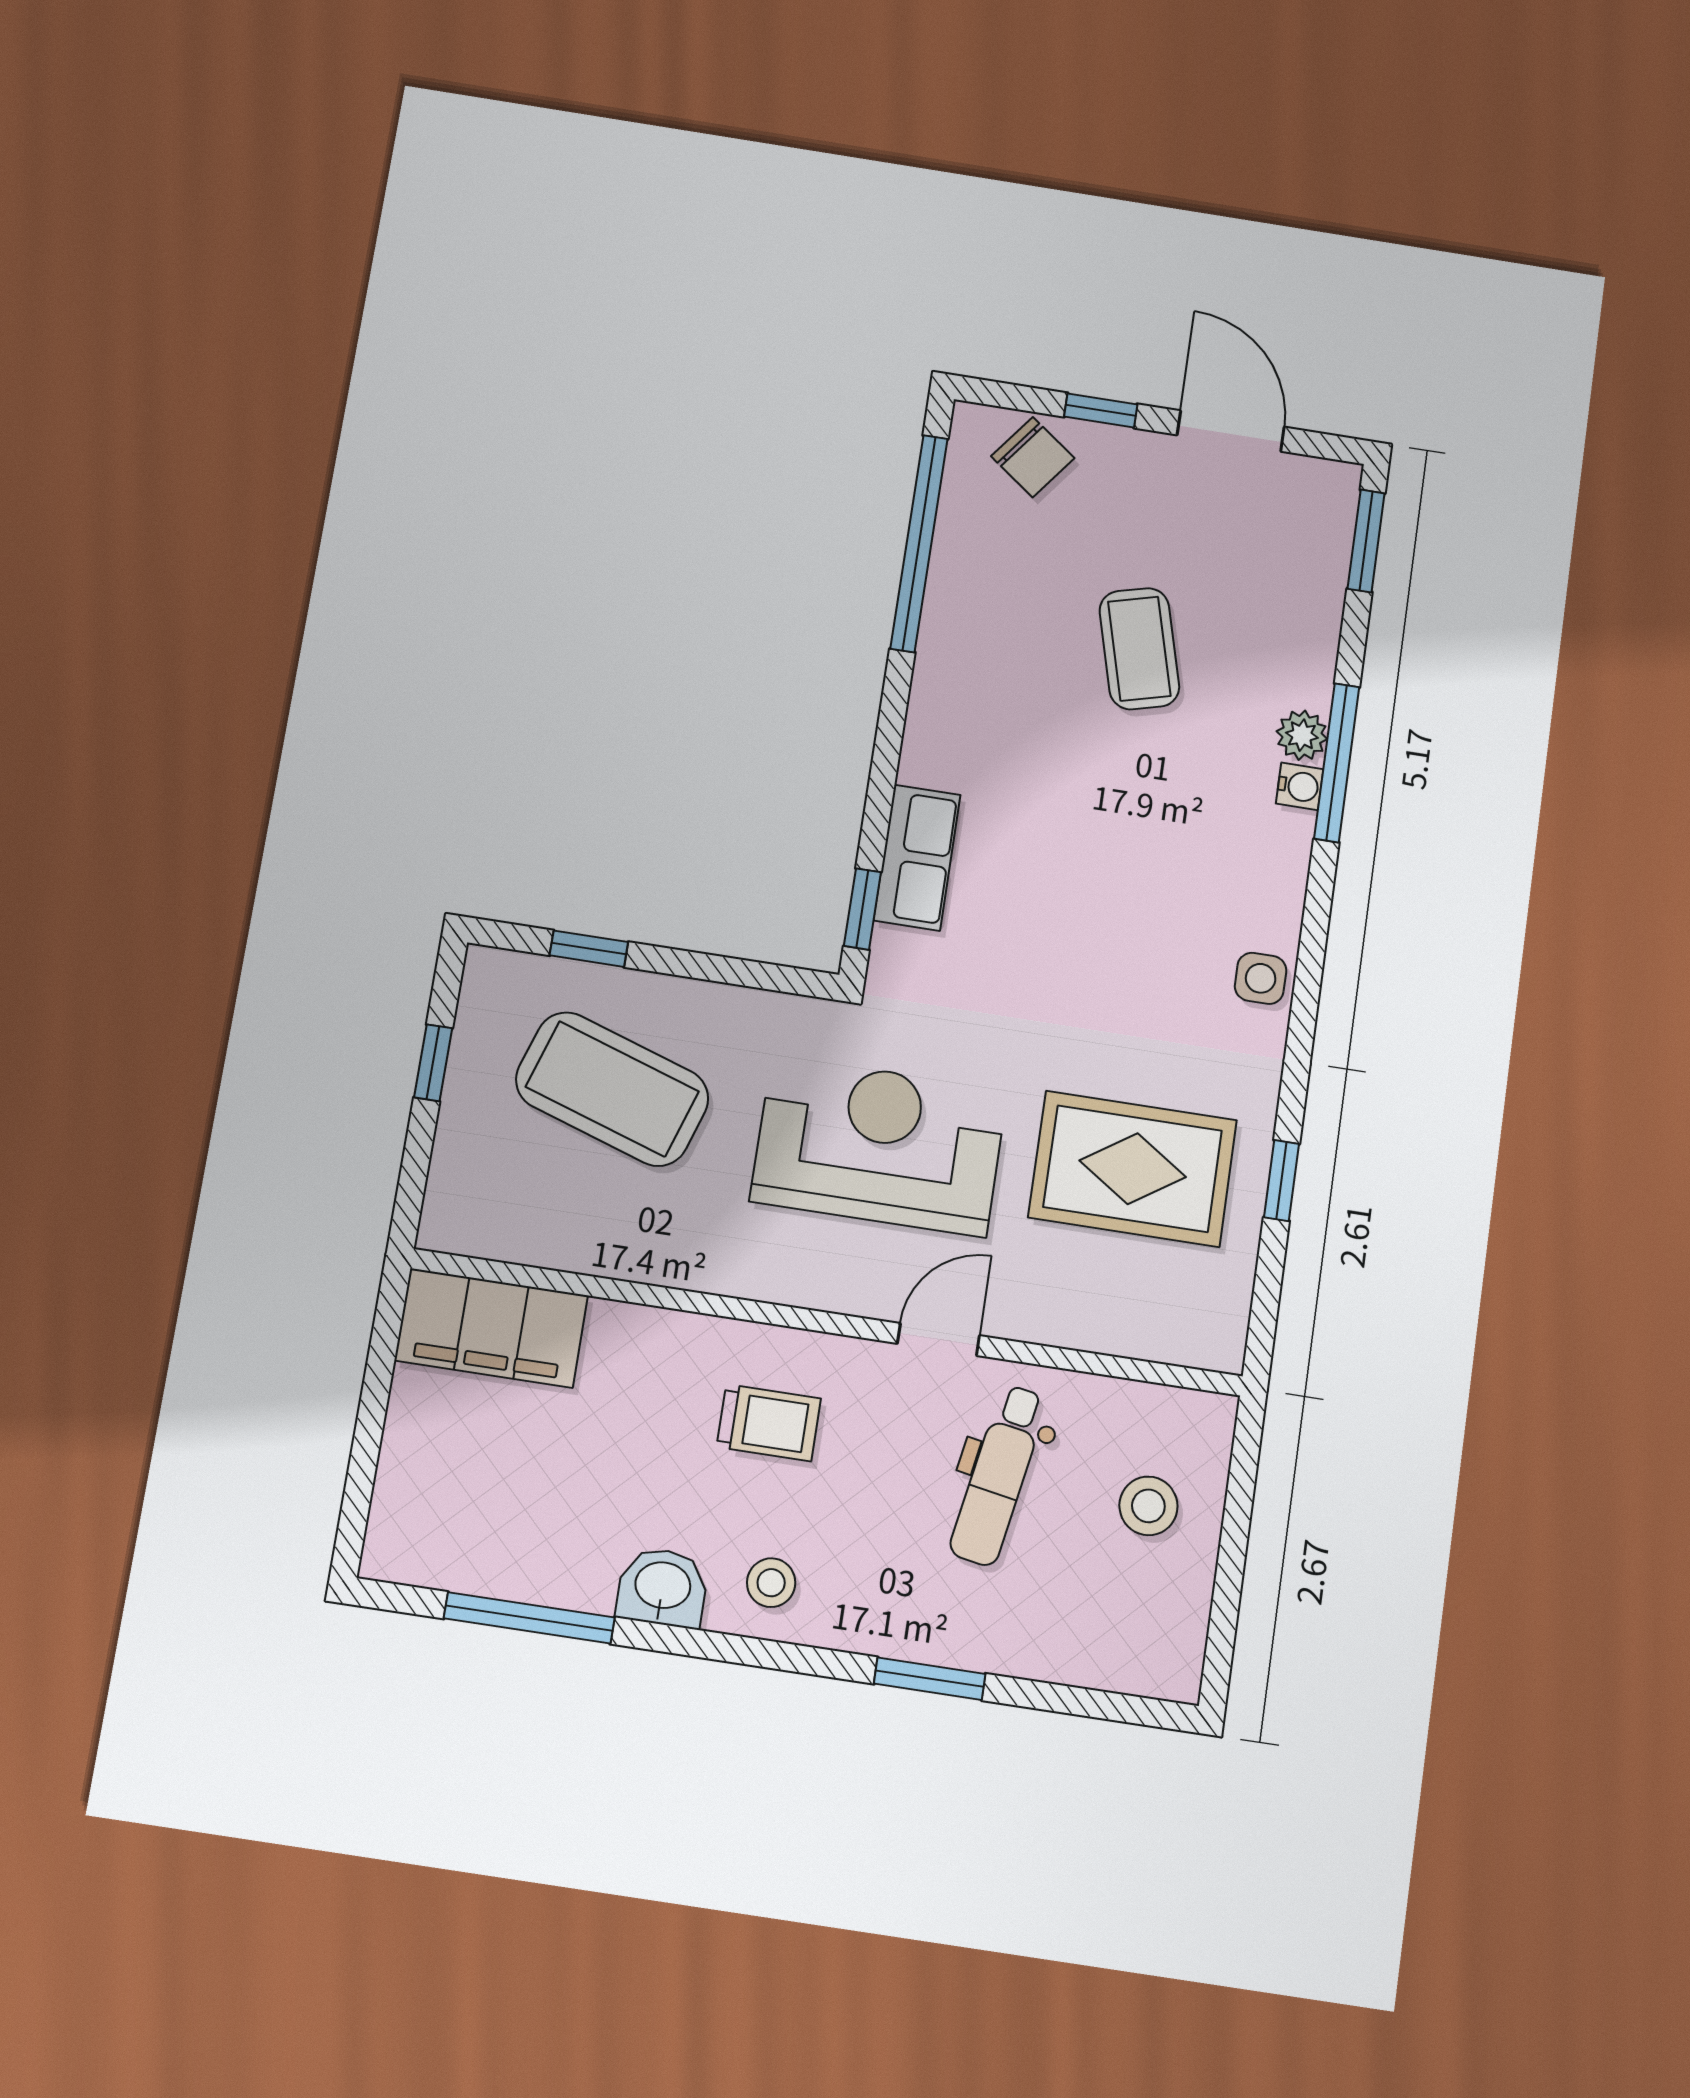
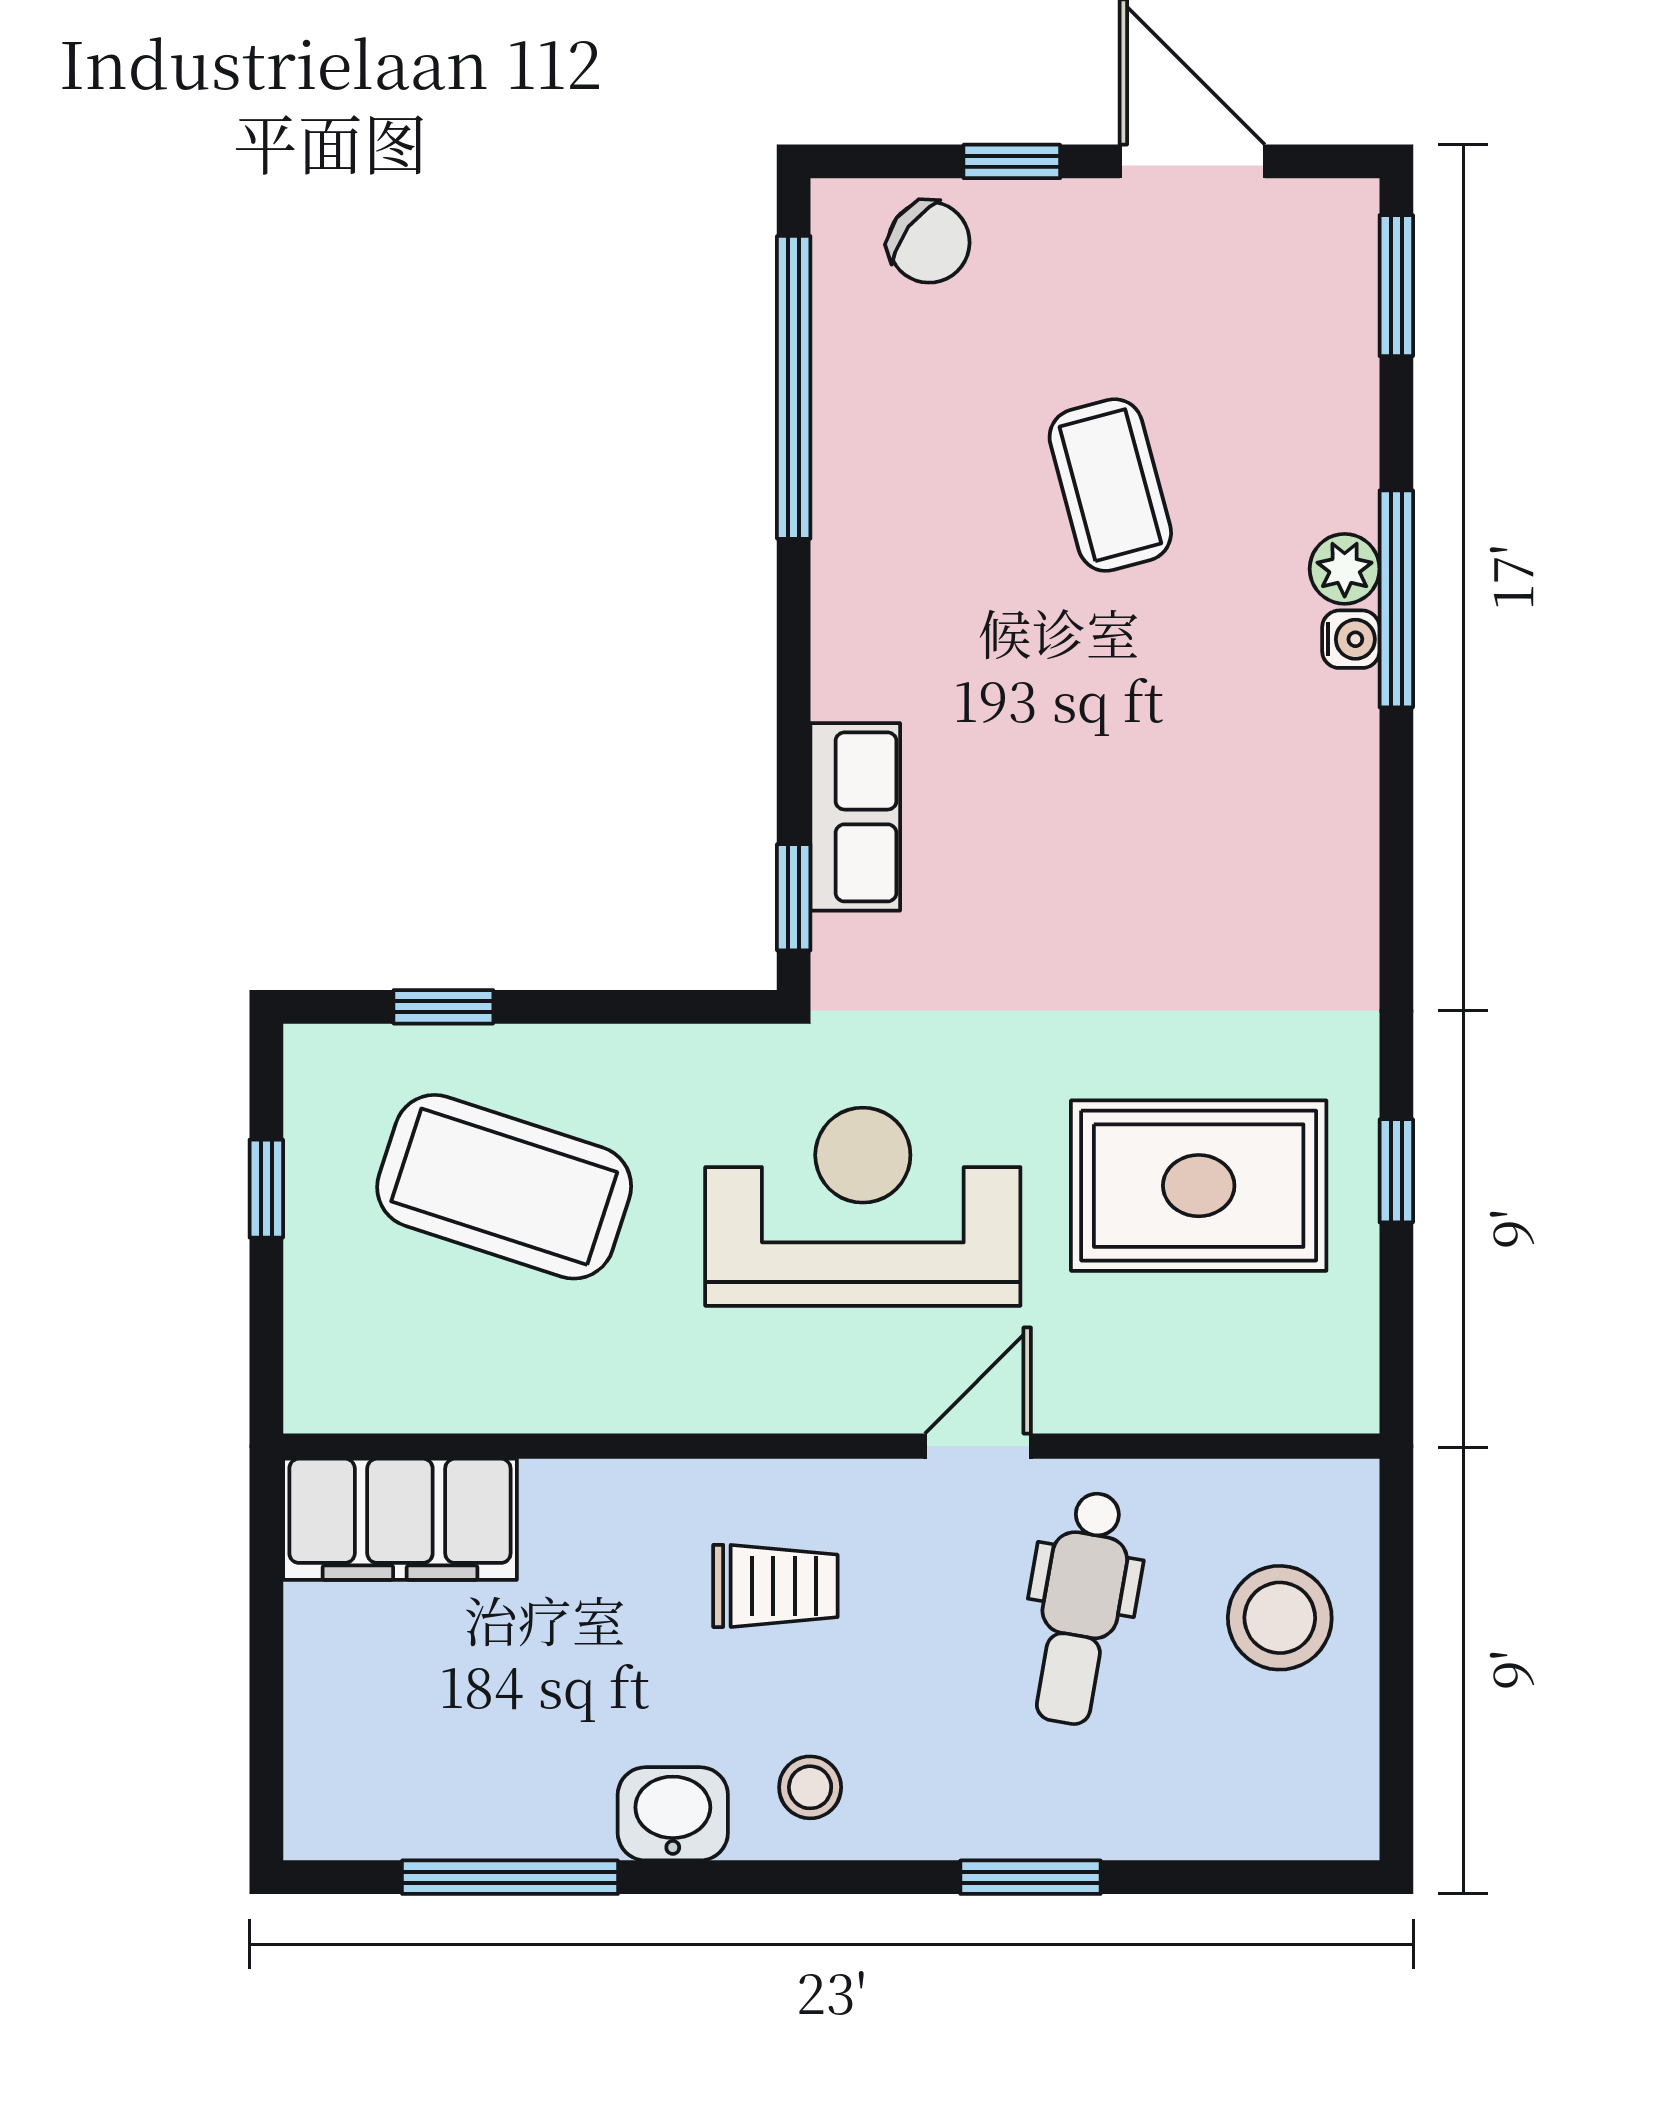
side table: (1261, 978) -> (1333, 907), removed
stool: (1148, 1506) -> (1280, 1618), width x1.38, depth x1.38

